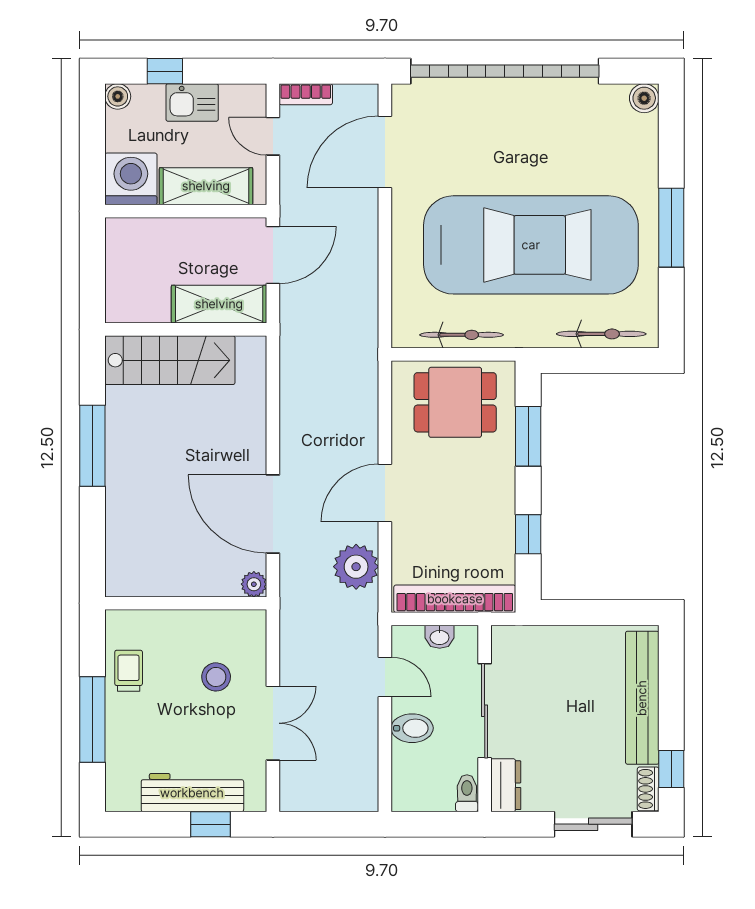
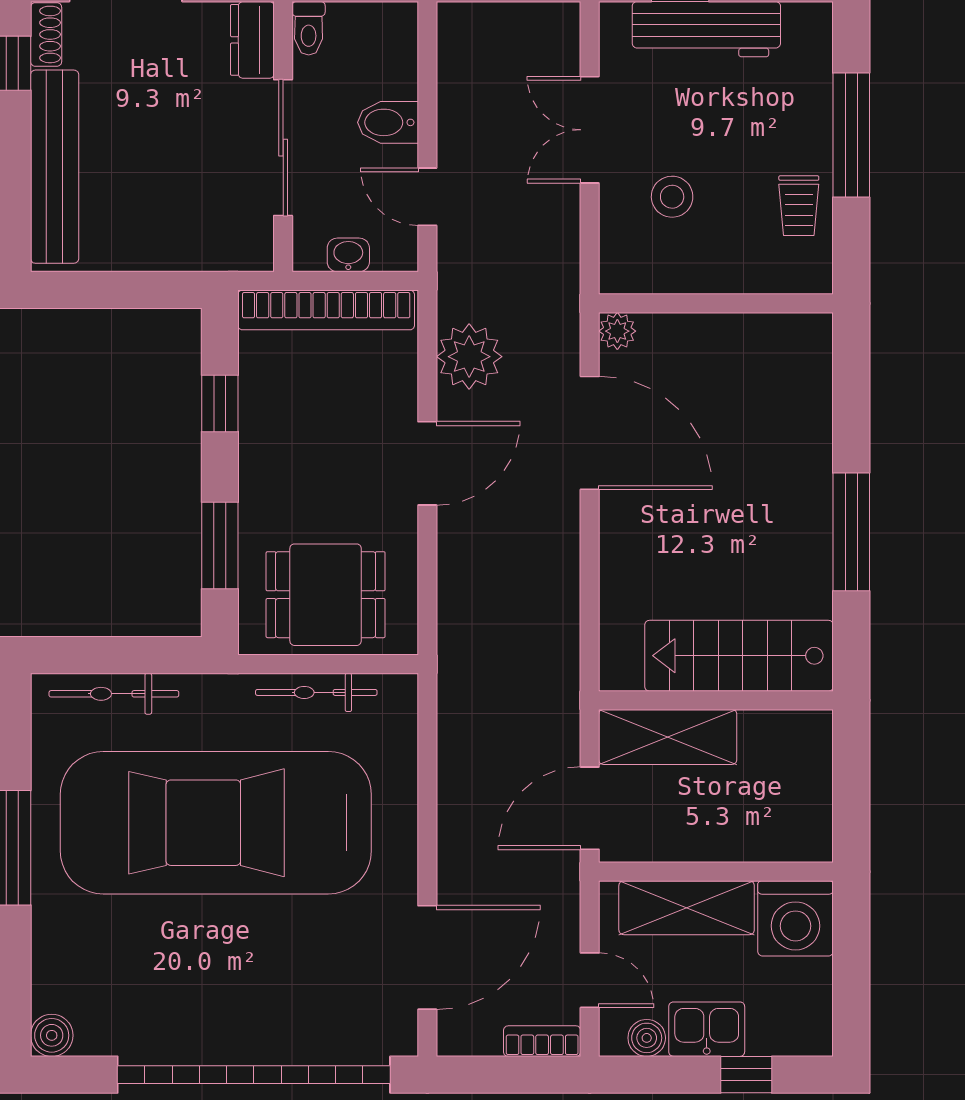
boiler: (118, 96) -> (647, 1038), moved

